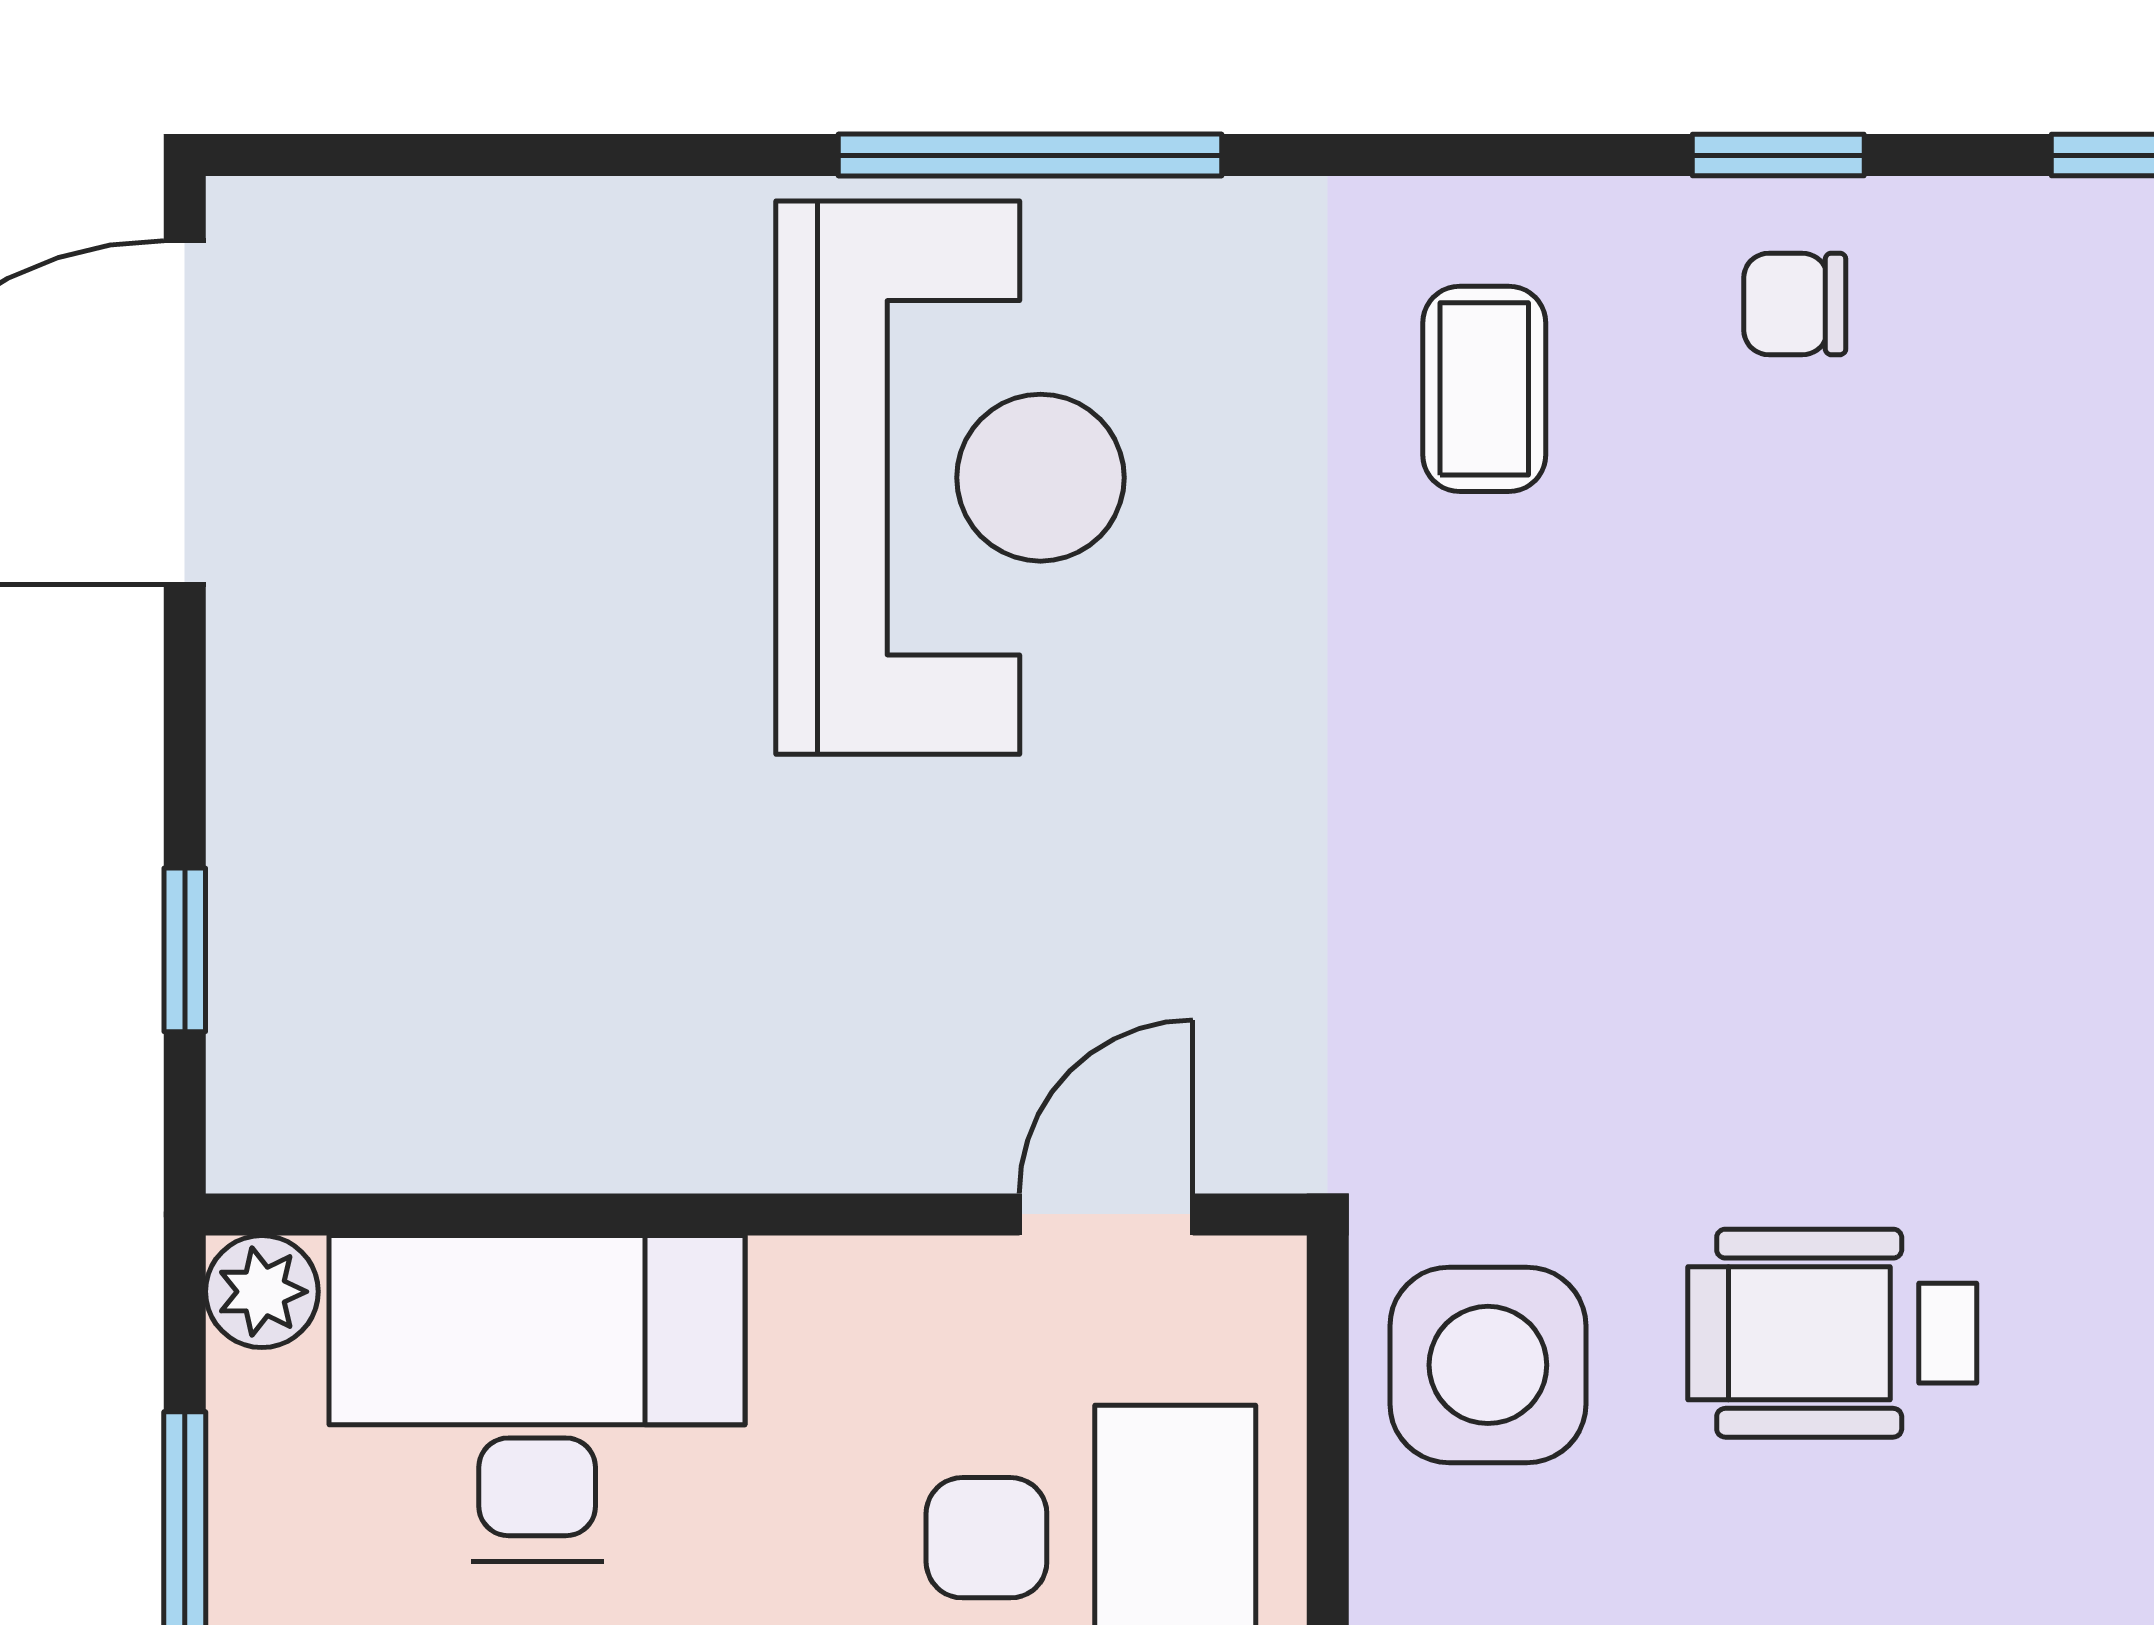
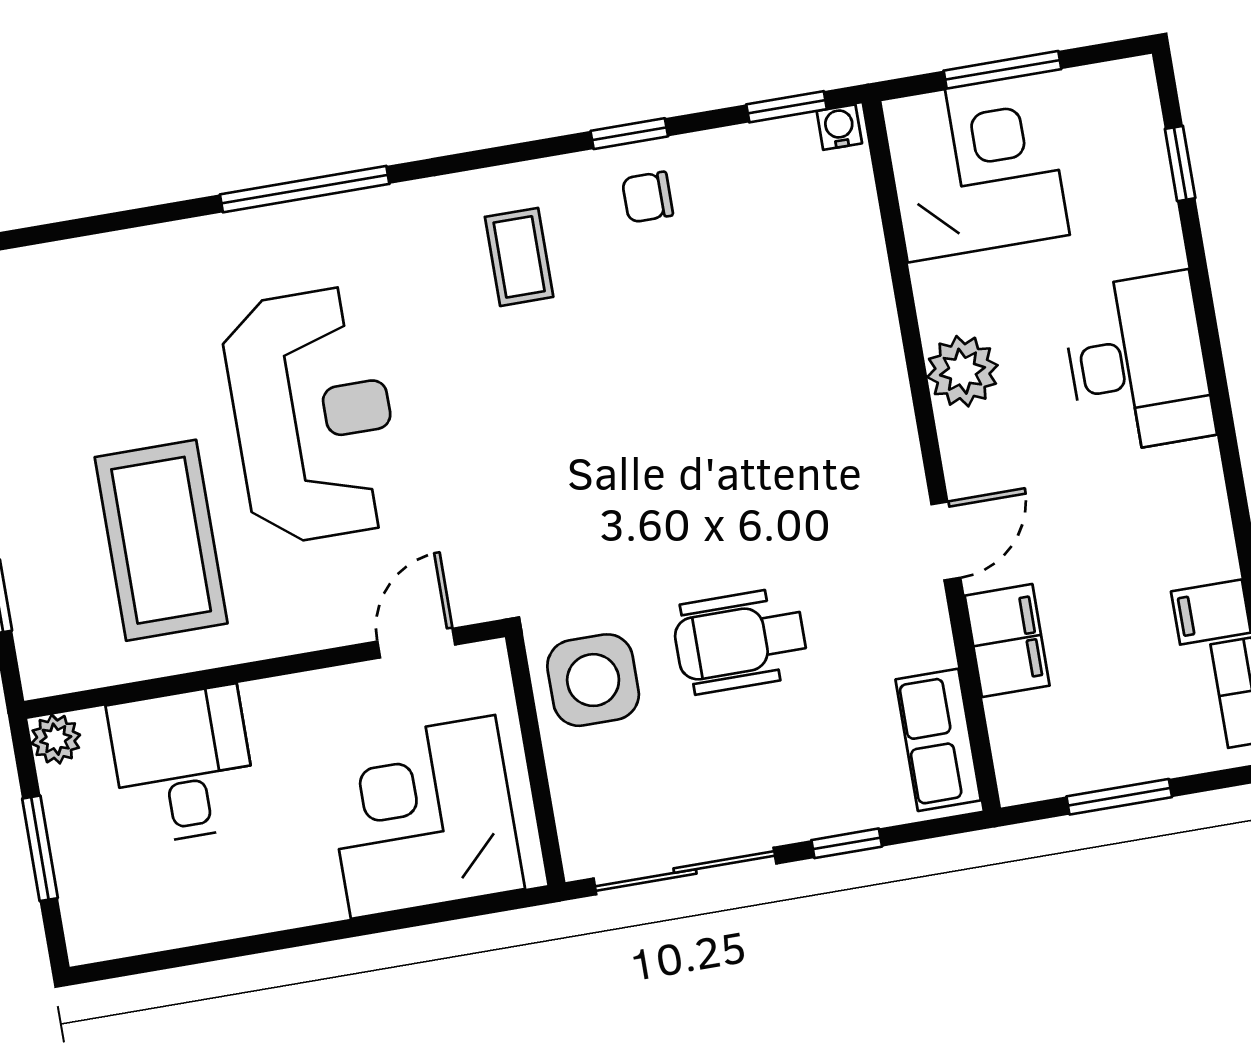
reception desk: (950, 478) -> (313, 415), moved
coffee table: (574, 887) -> (161, 540), added
desk: (537, 1399) -> (183, 765), width x0.73

